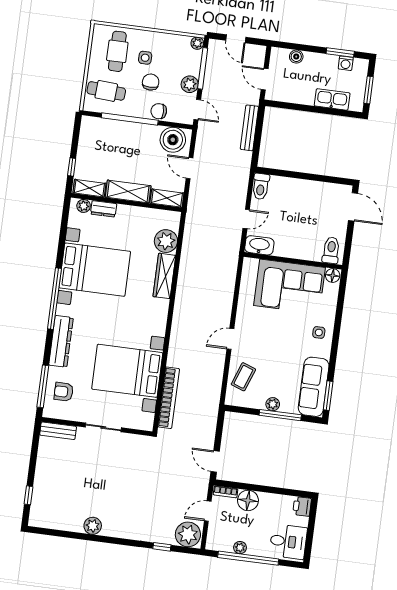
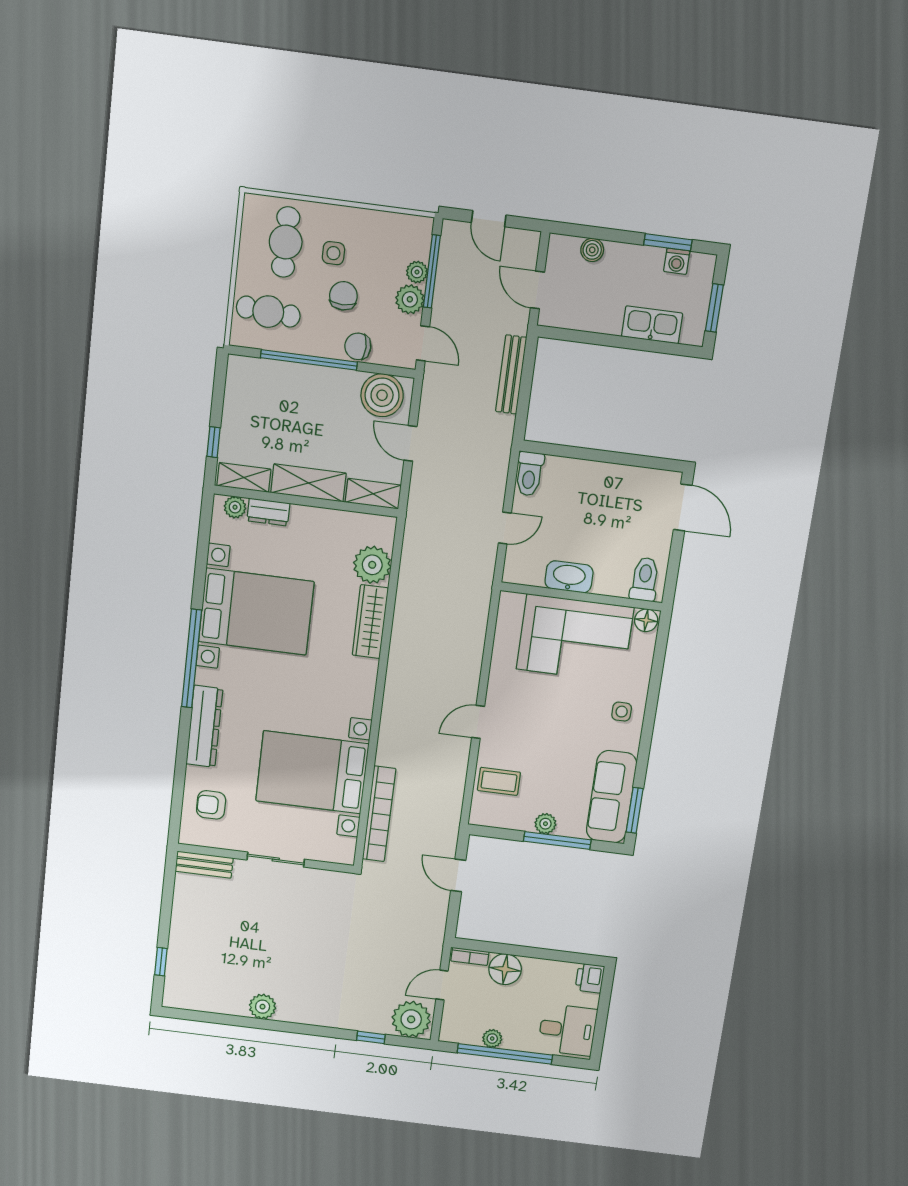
plant: (197, 43) -> (417, 272), moved
washbasin: (259, 245) -> (569, 577), moved
coffee table: (243, 377) -> (499, 781), turned 70
window: (43, 386) -> (178, 797), removed
door: (215, 461) -> (458, 875), moved

